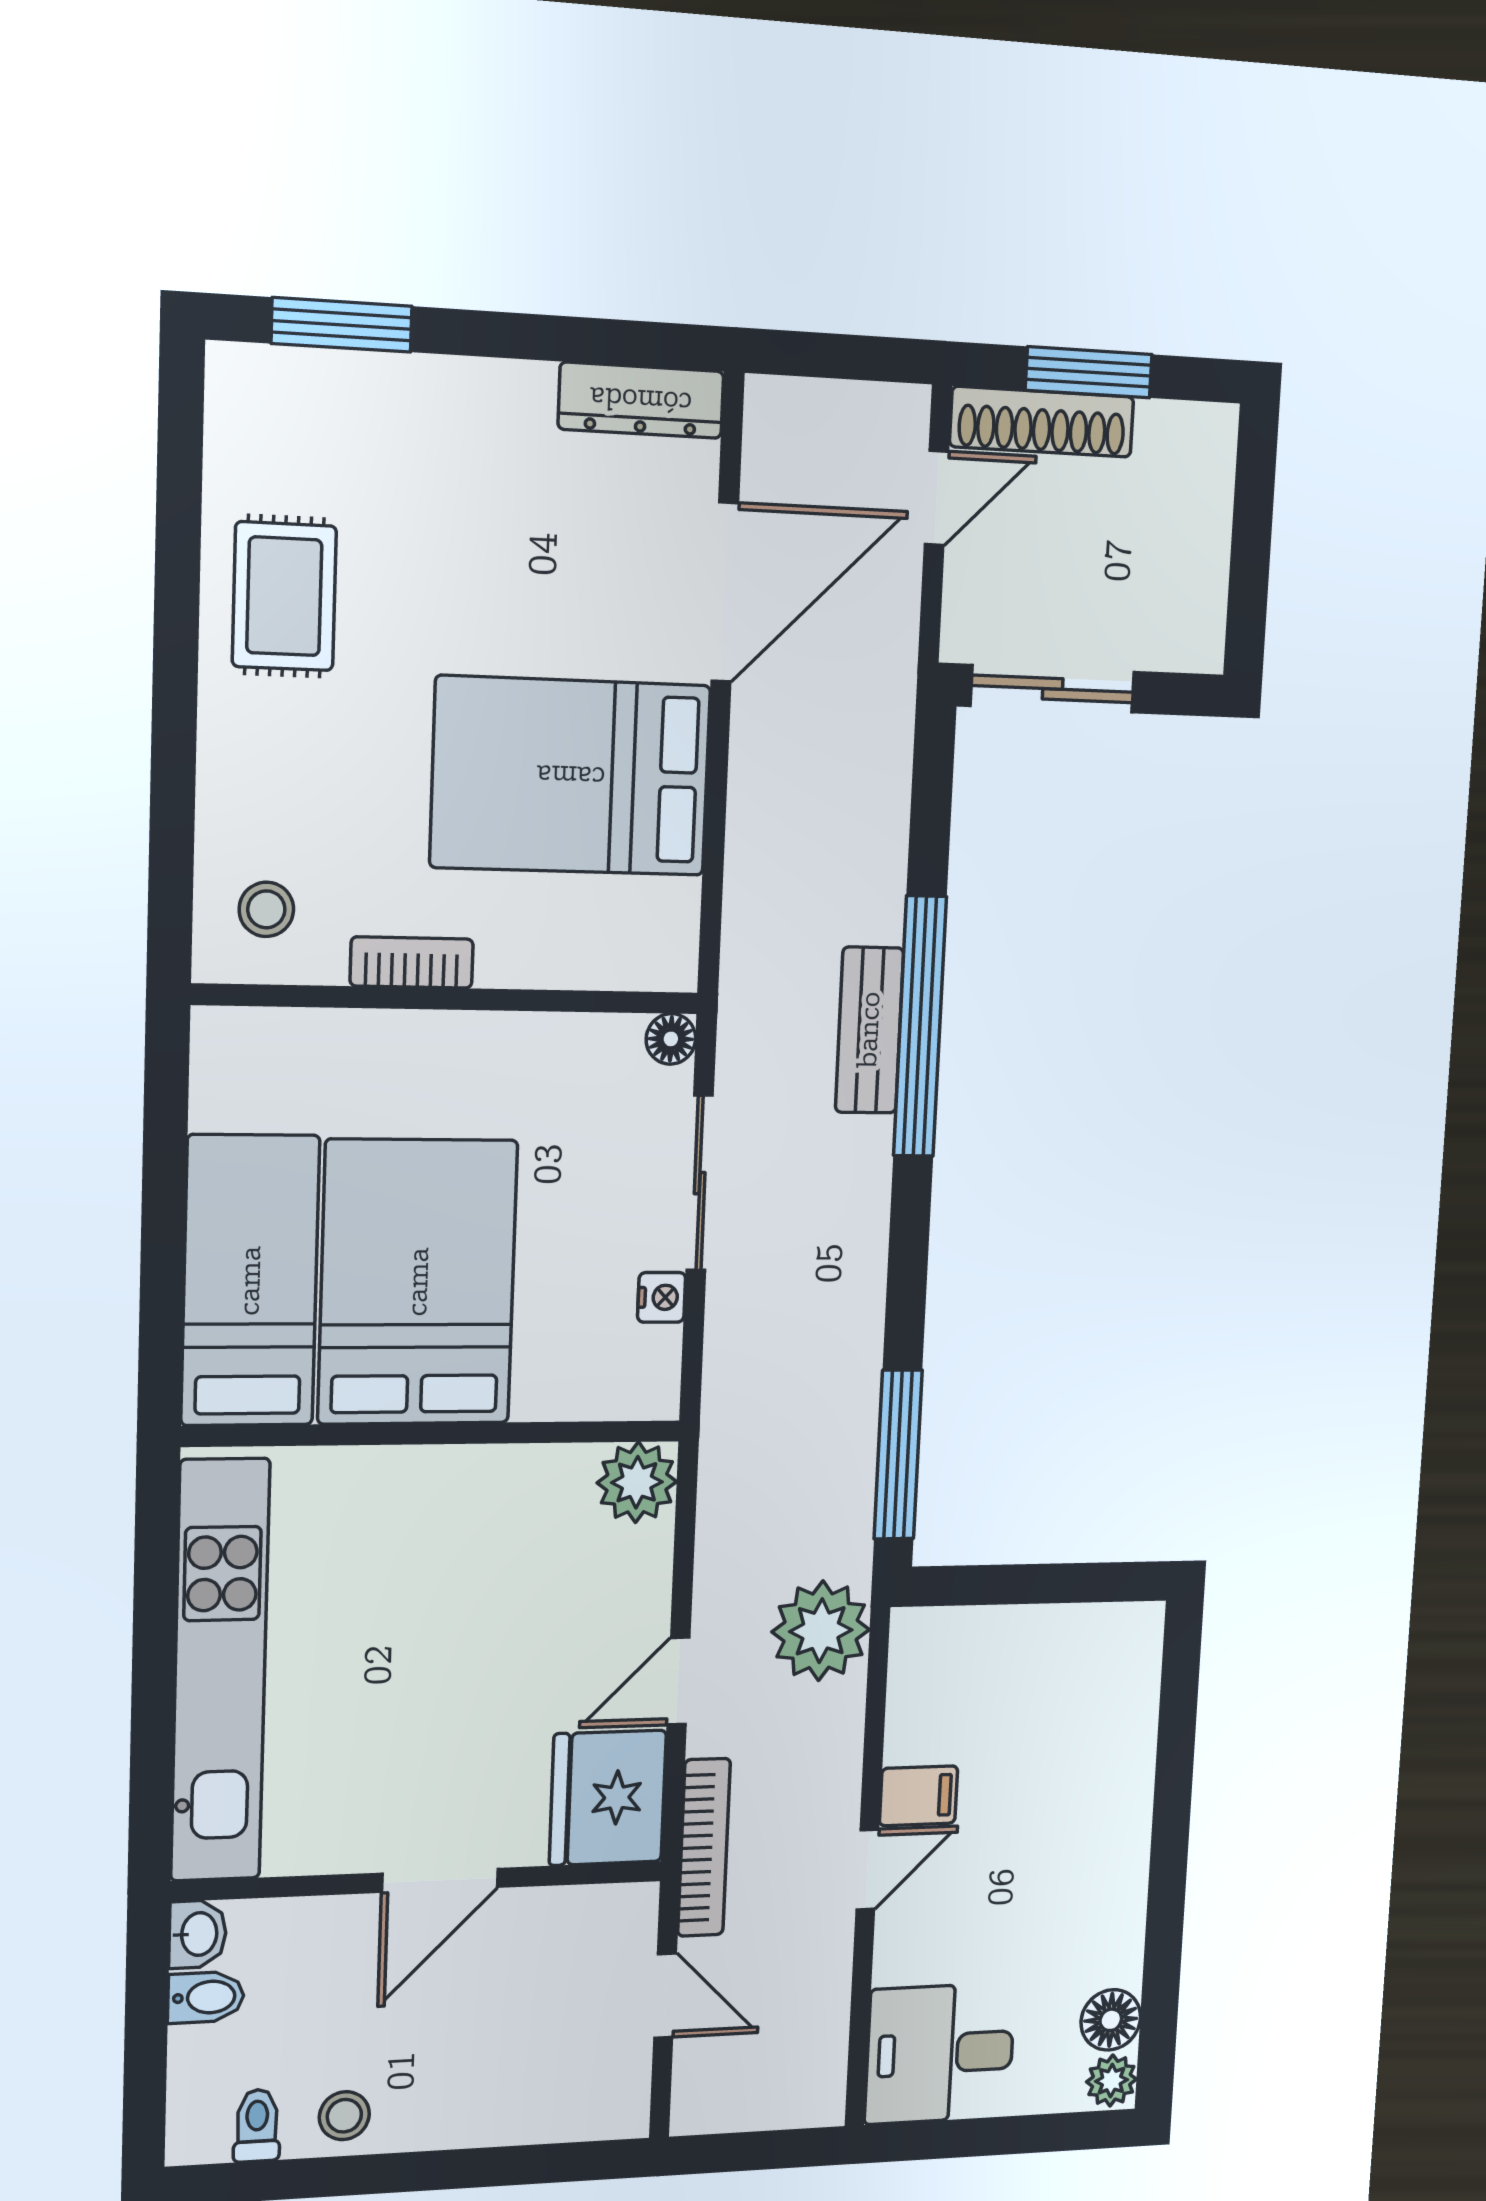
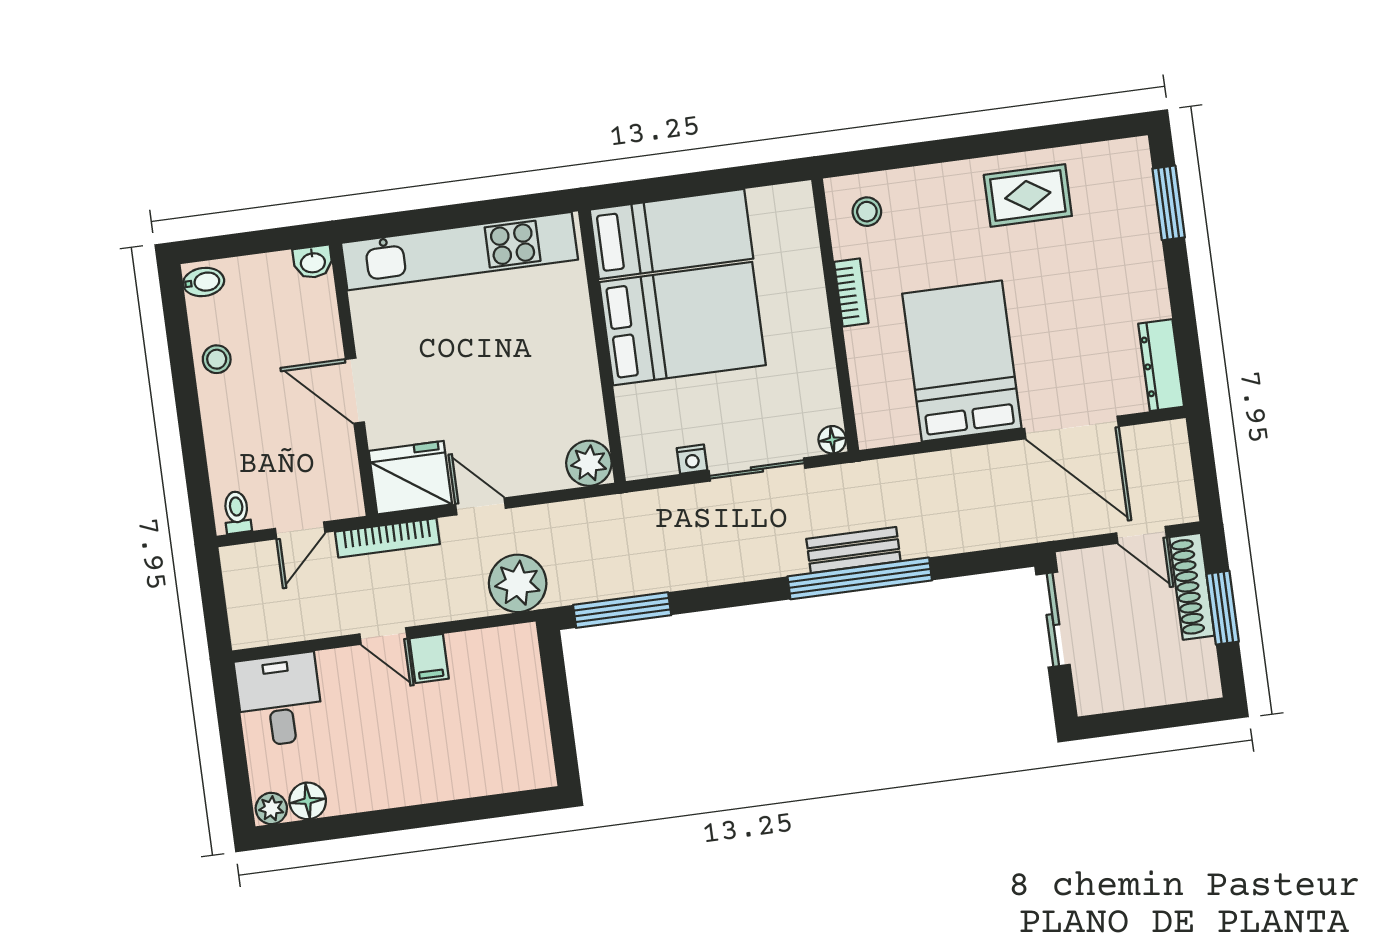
bidet: (206, 1997) -> (204, 282), moved, turned -90
toilet: (257, 2126) -> (237, 512), moved, turned -90

